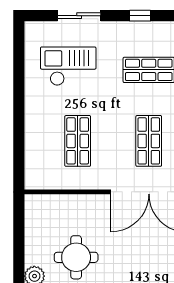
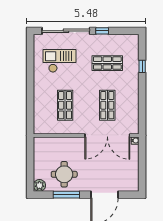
sliding door: (79, 16) -> (66, 31), width x1.86

